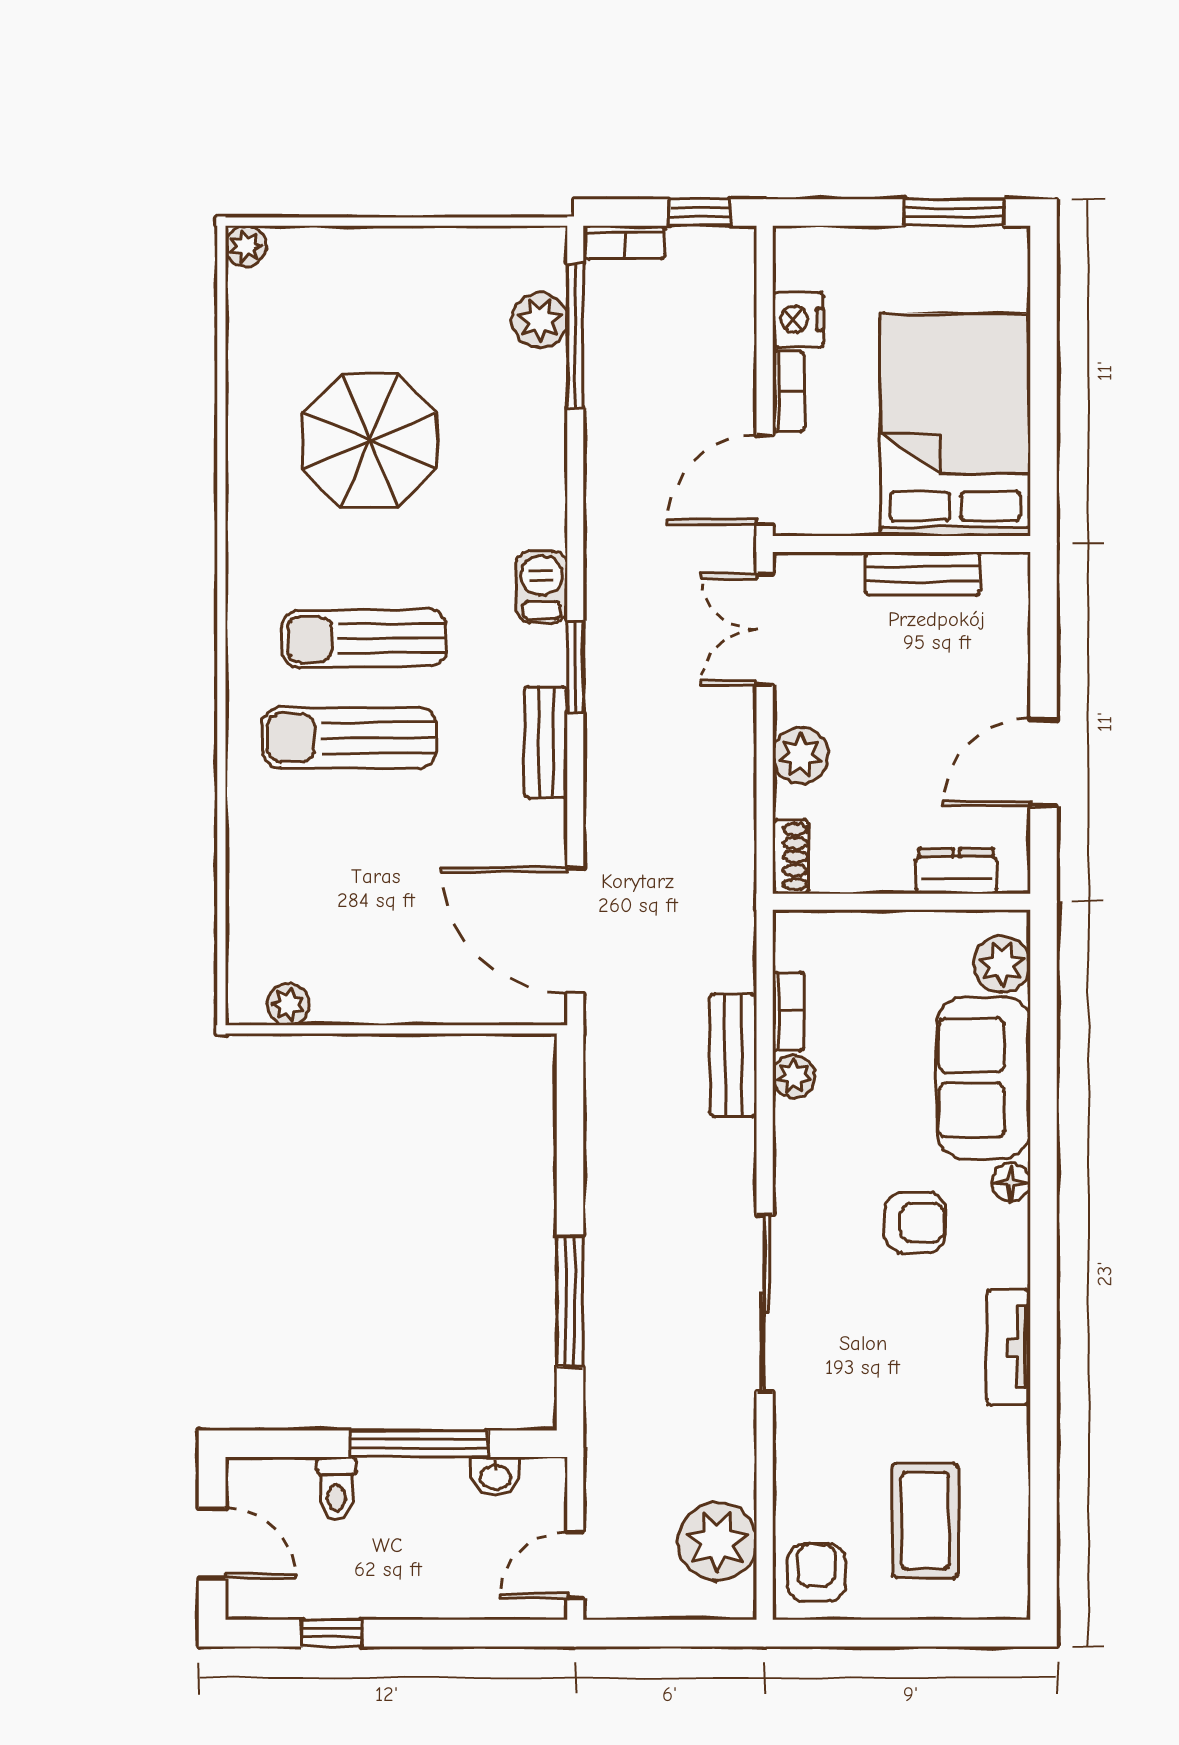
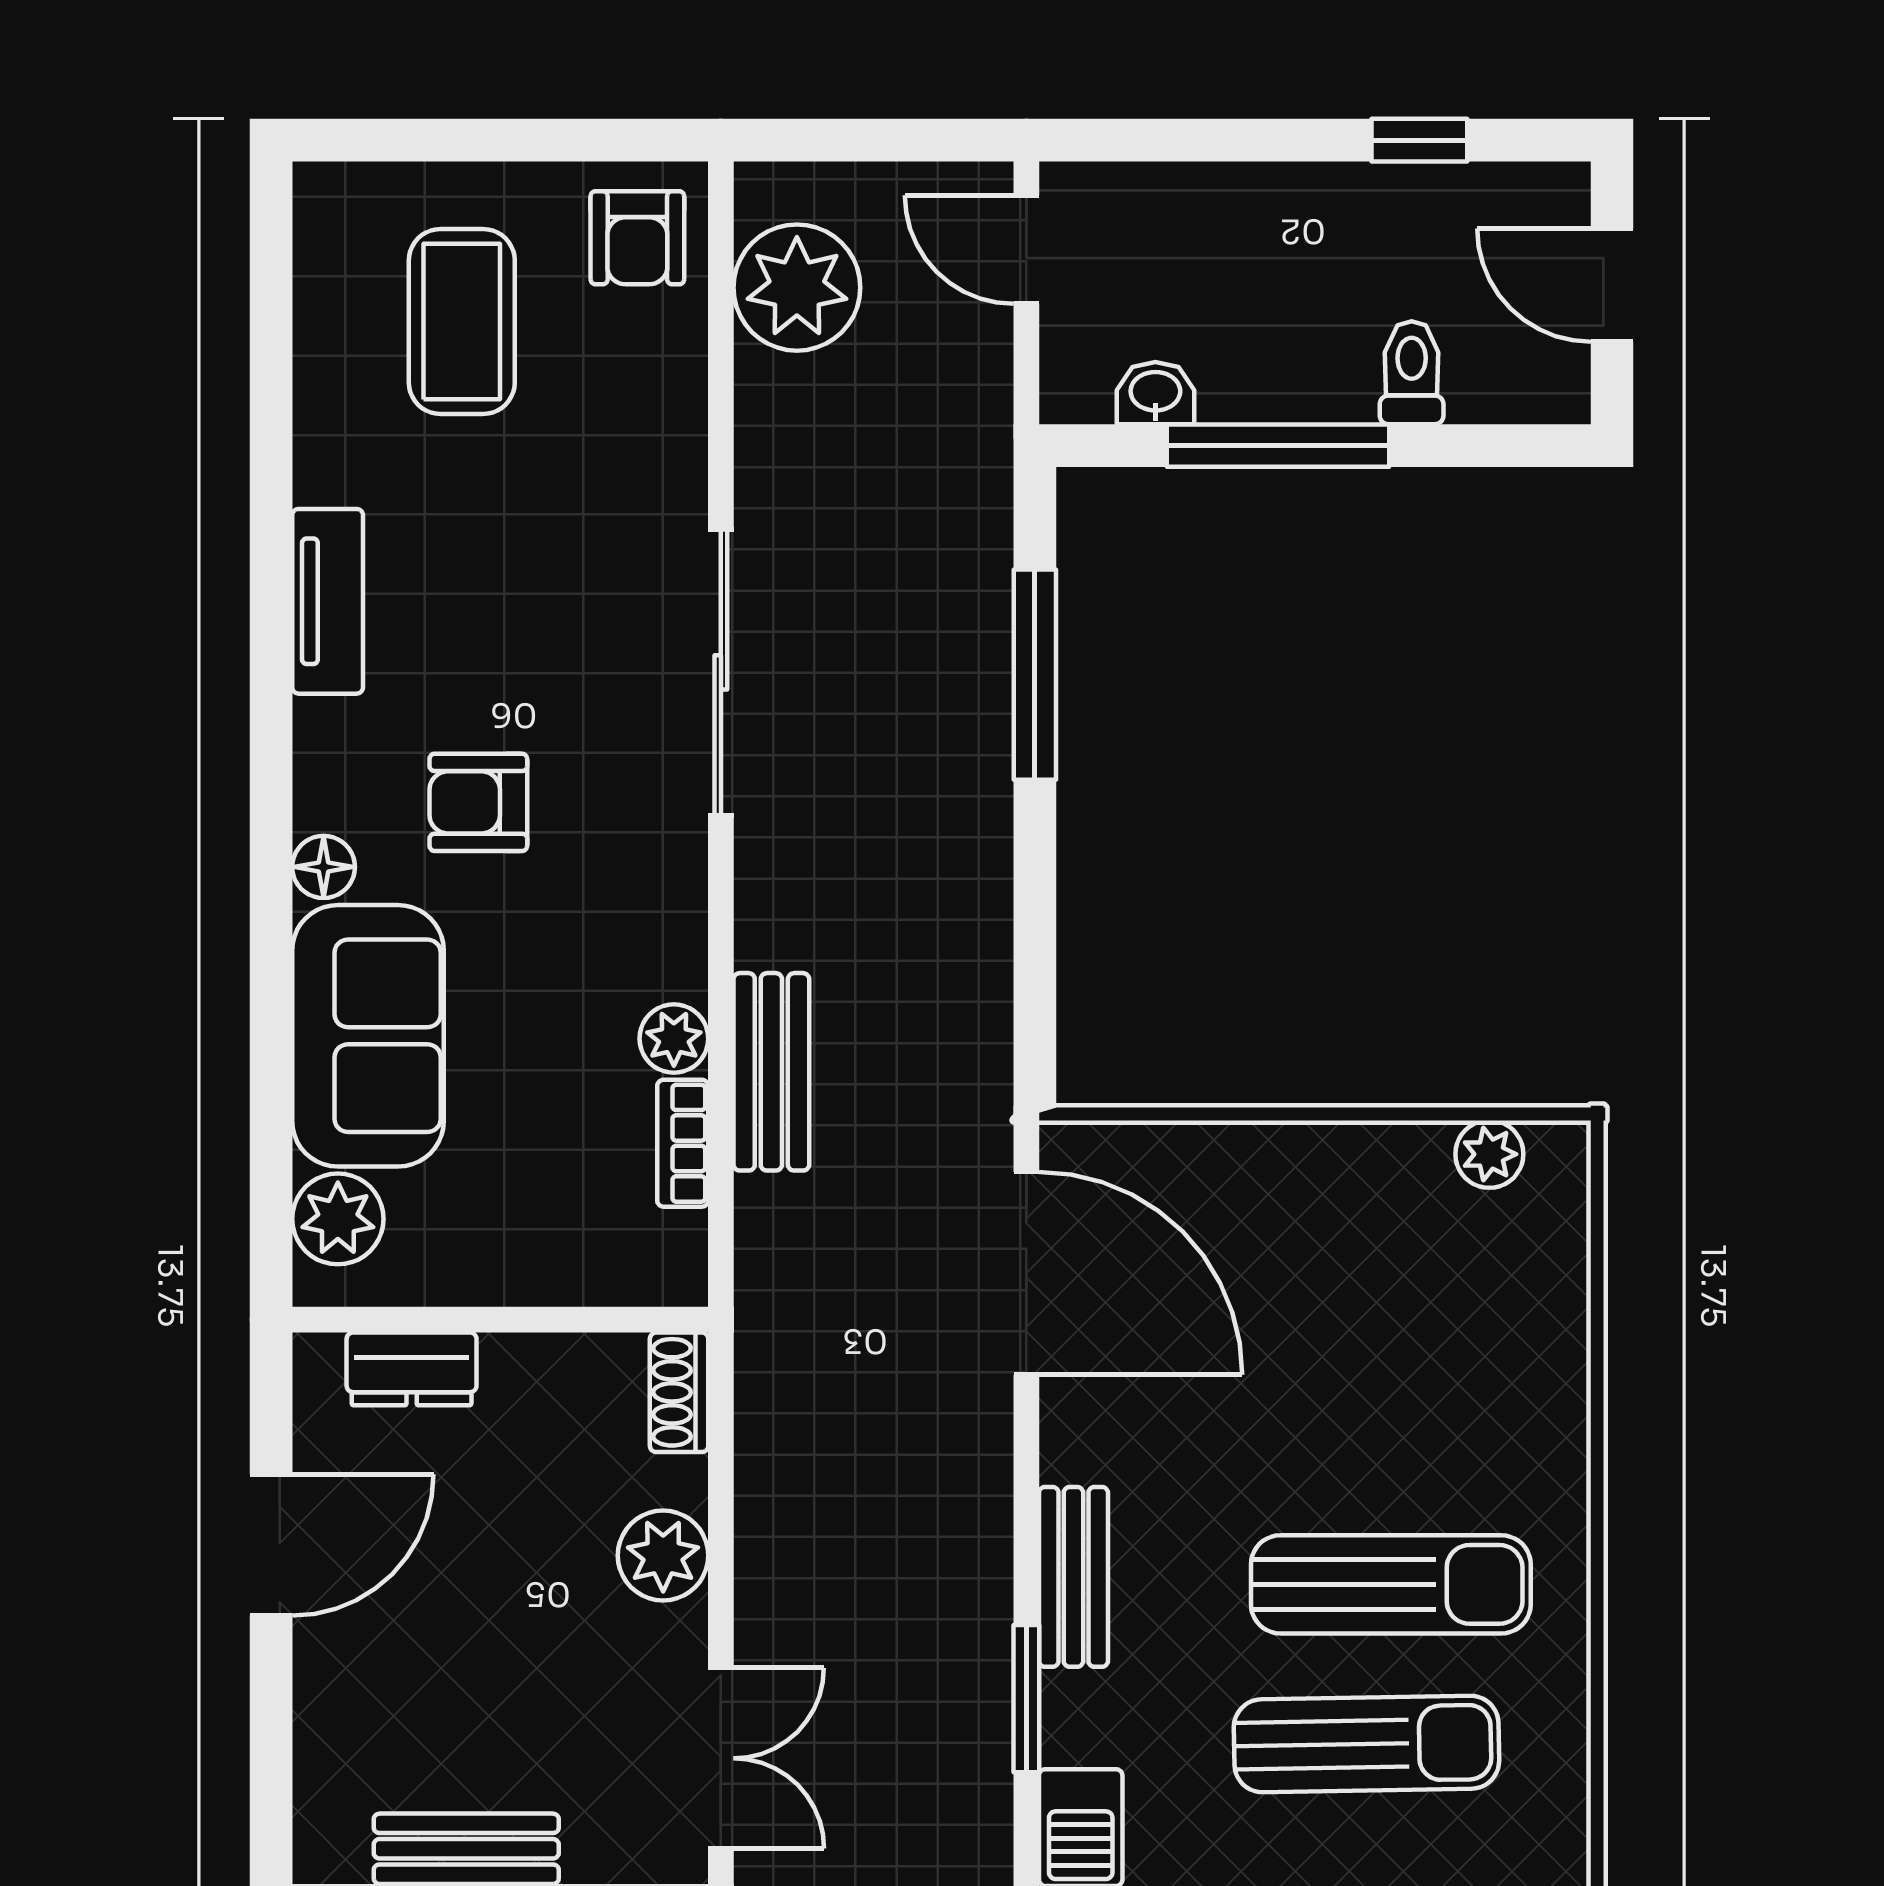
door: (575, 1565) -> (1026, 250), swing flipped

